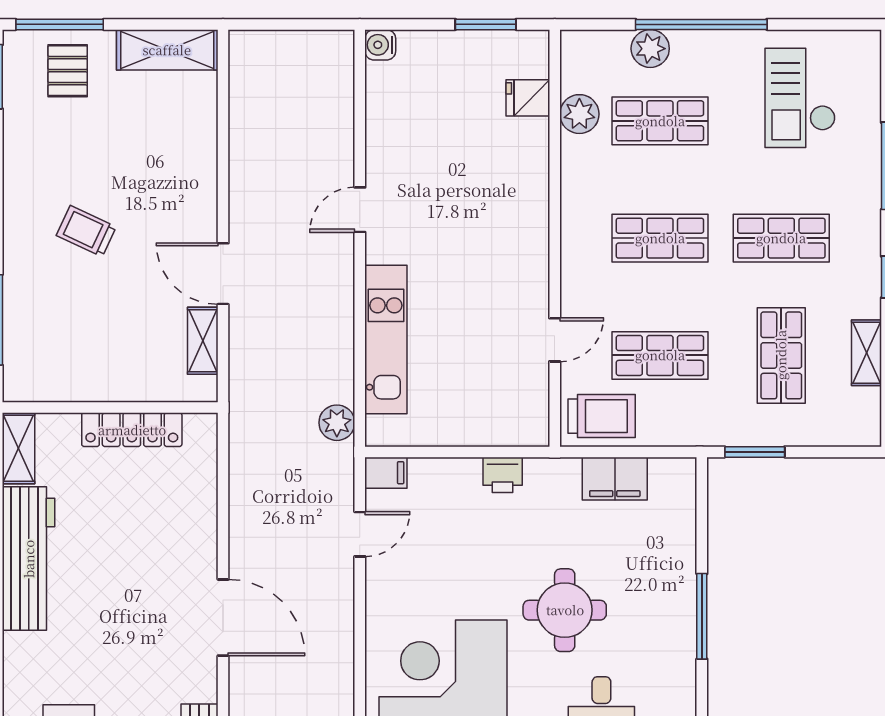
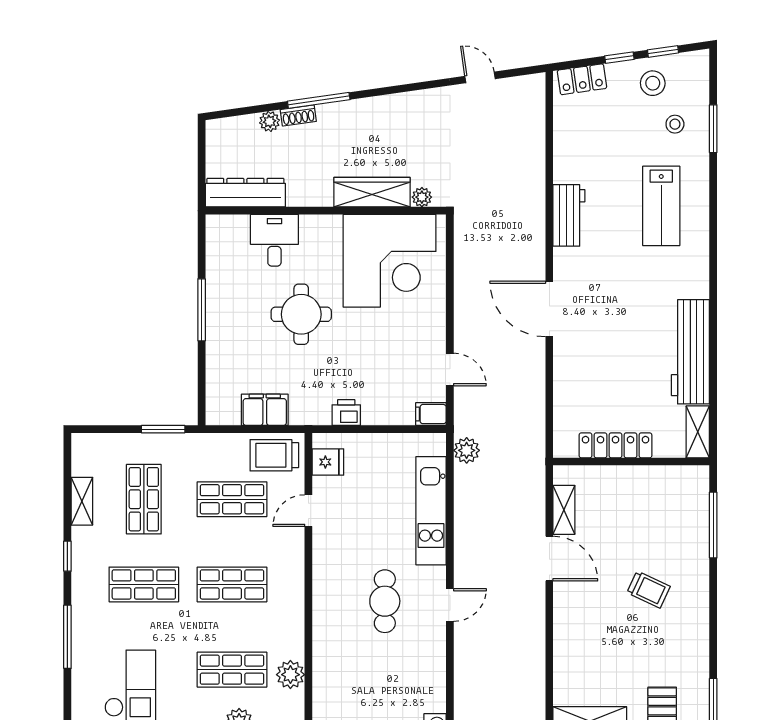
fridge: (528, 98) -> (328, 462), moved
cafe table: (449, 215) -> (385, 601), added
door: (360, 534) -> (450, 370), swing flipped

